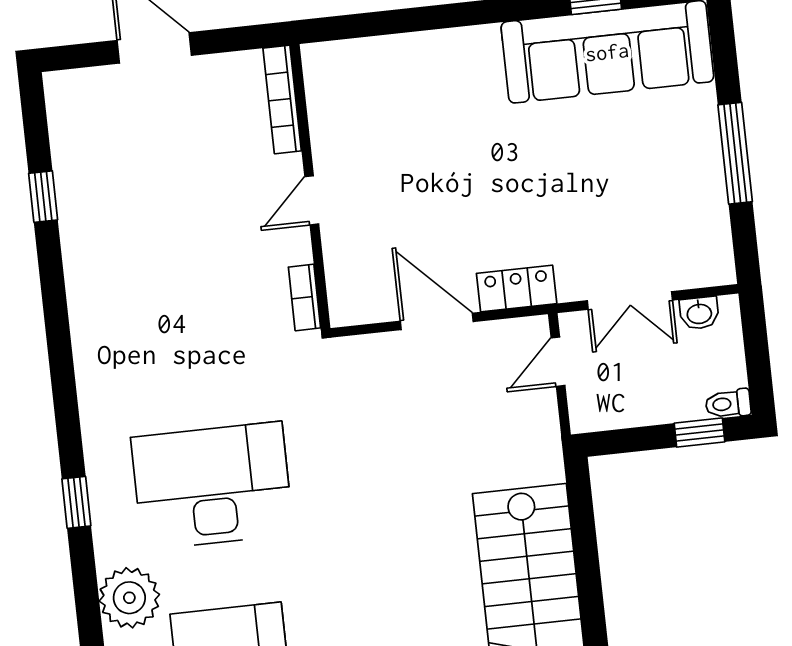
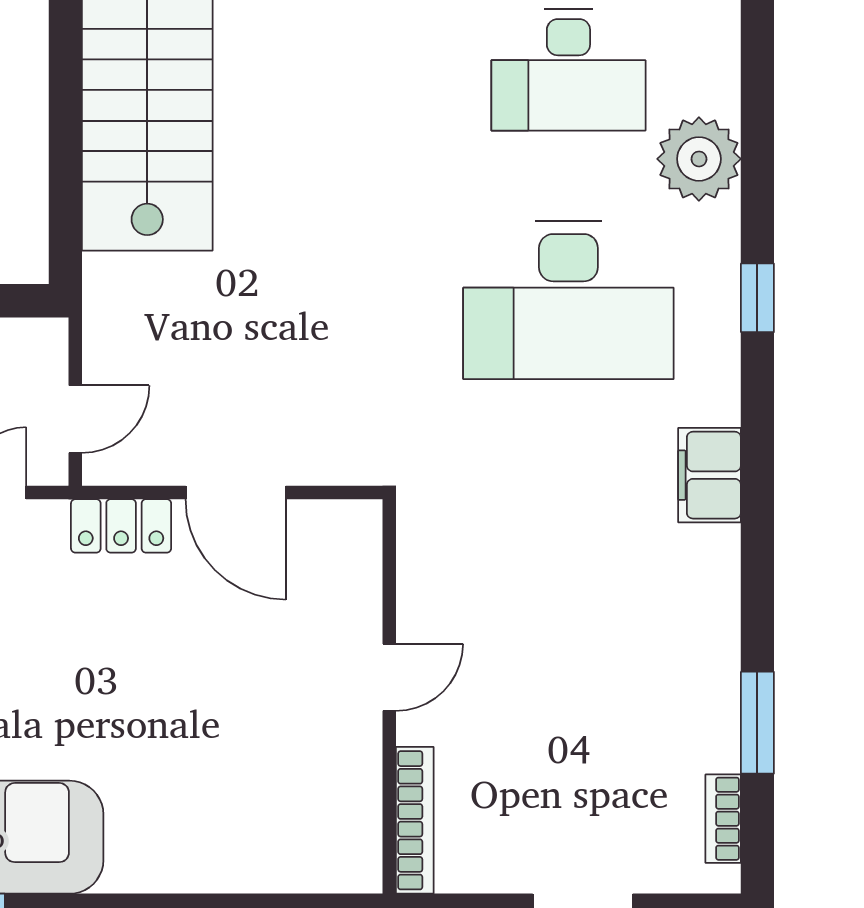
window: (43, 197) -> (757, 723), width x1.50
bookcase: (305, 297) -> (723, 819), moved, turned 180
filing cabinet: (97, 371) -> (709, 475), added

